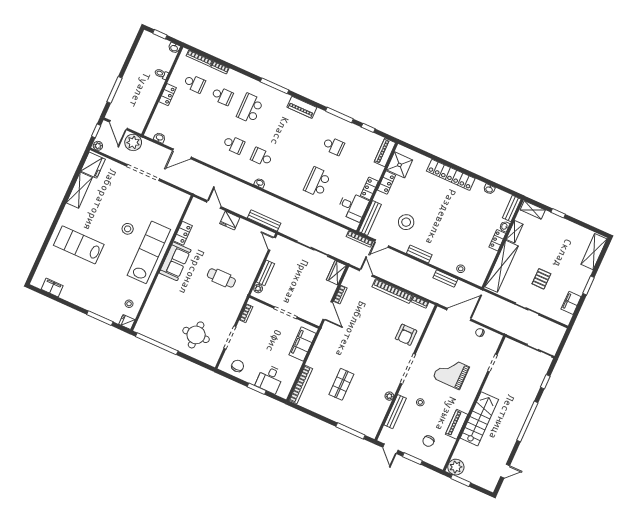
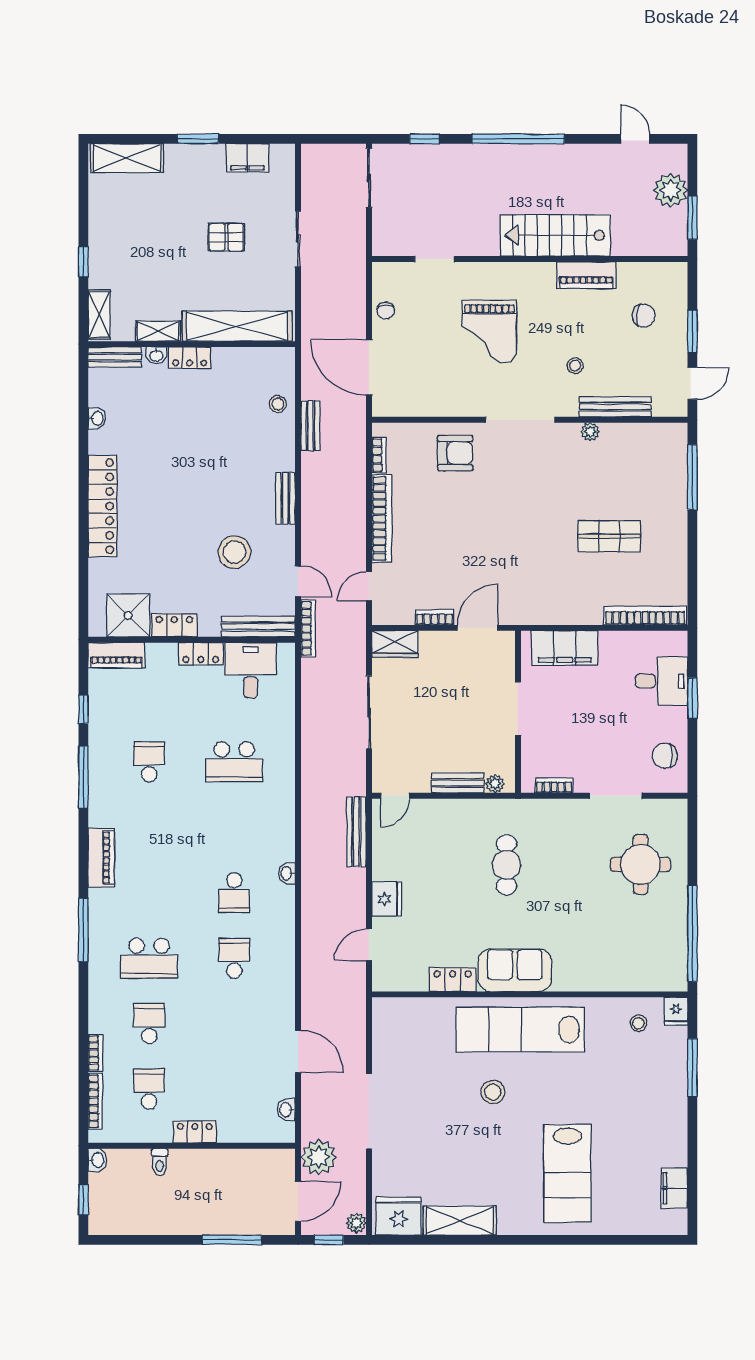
plant: (456, 467) -> (671, 190), moved

